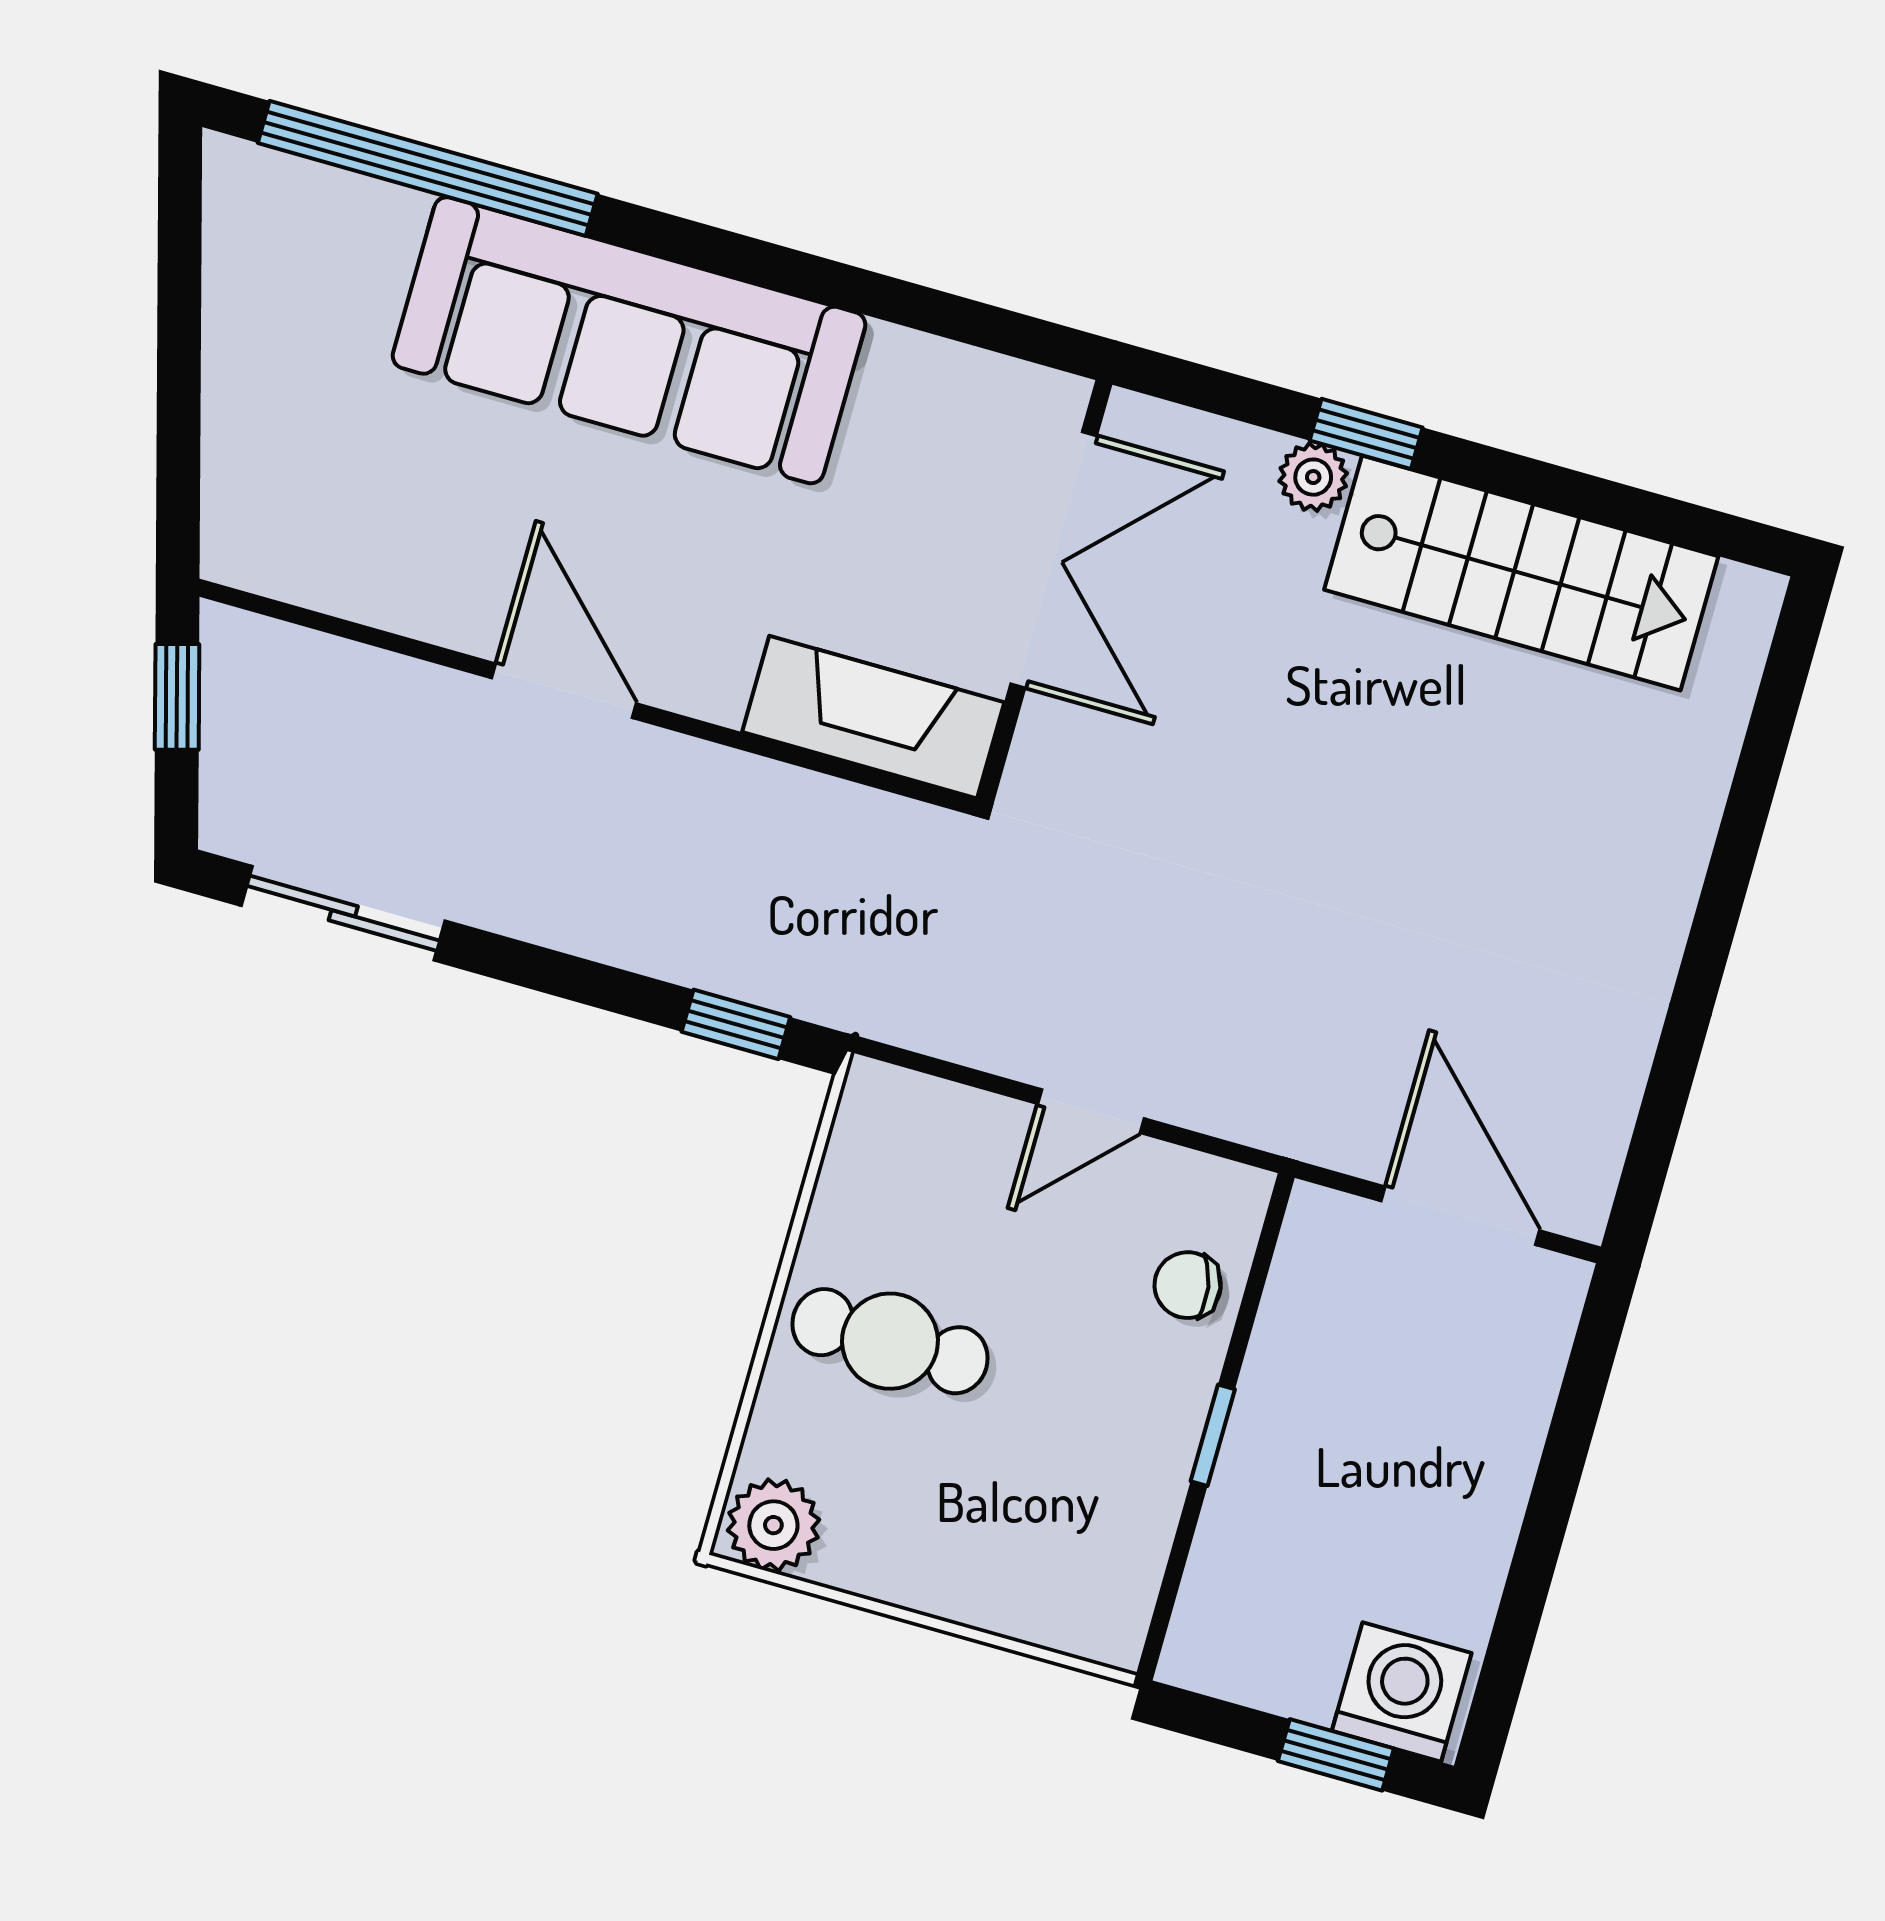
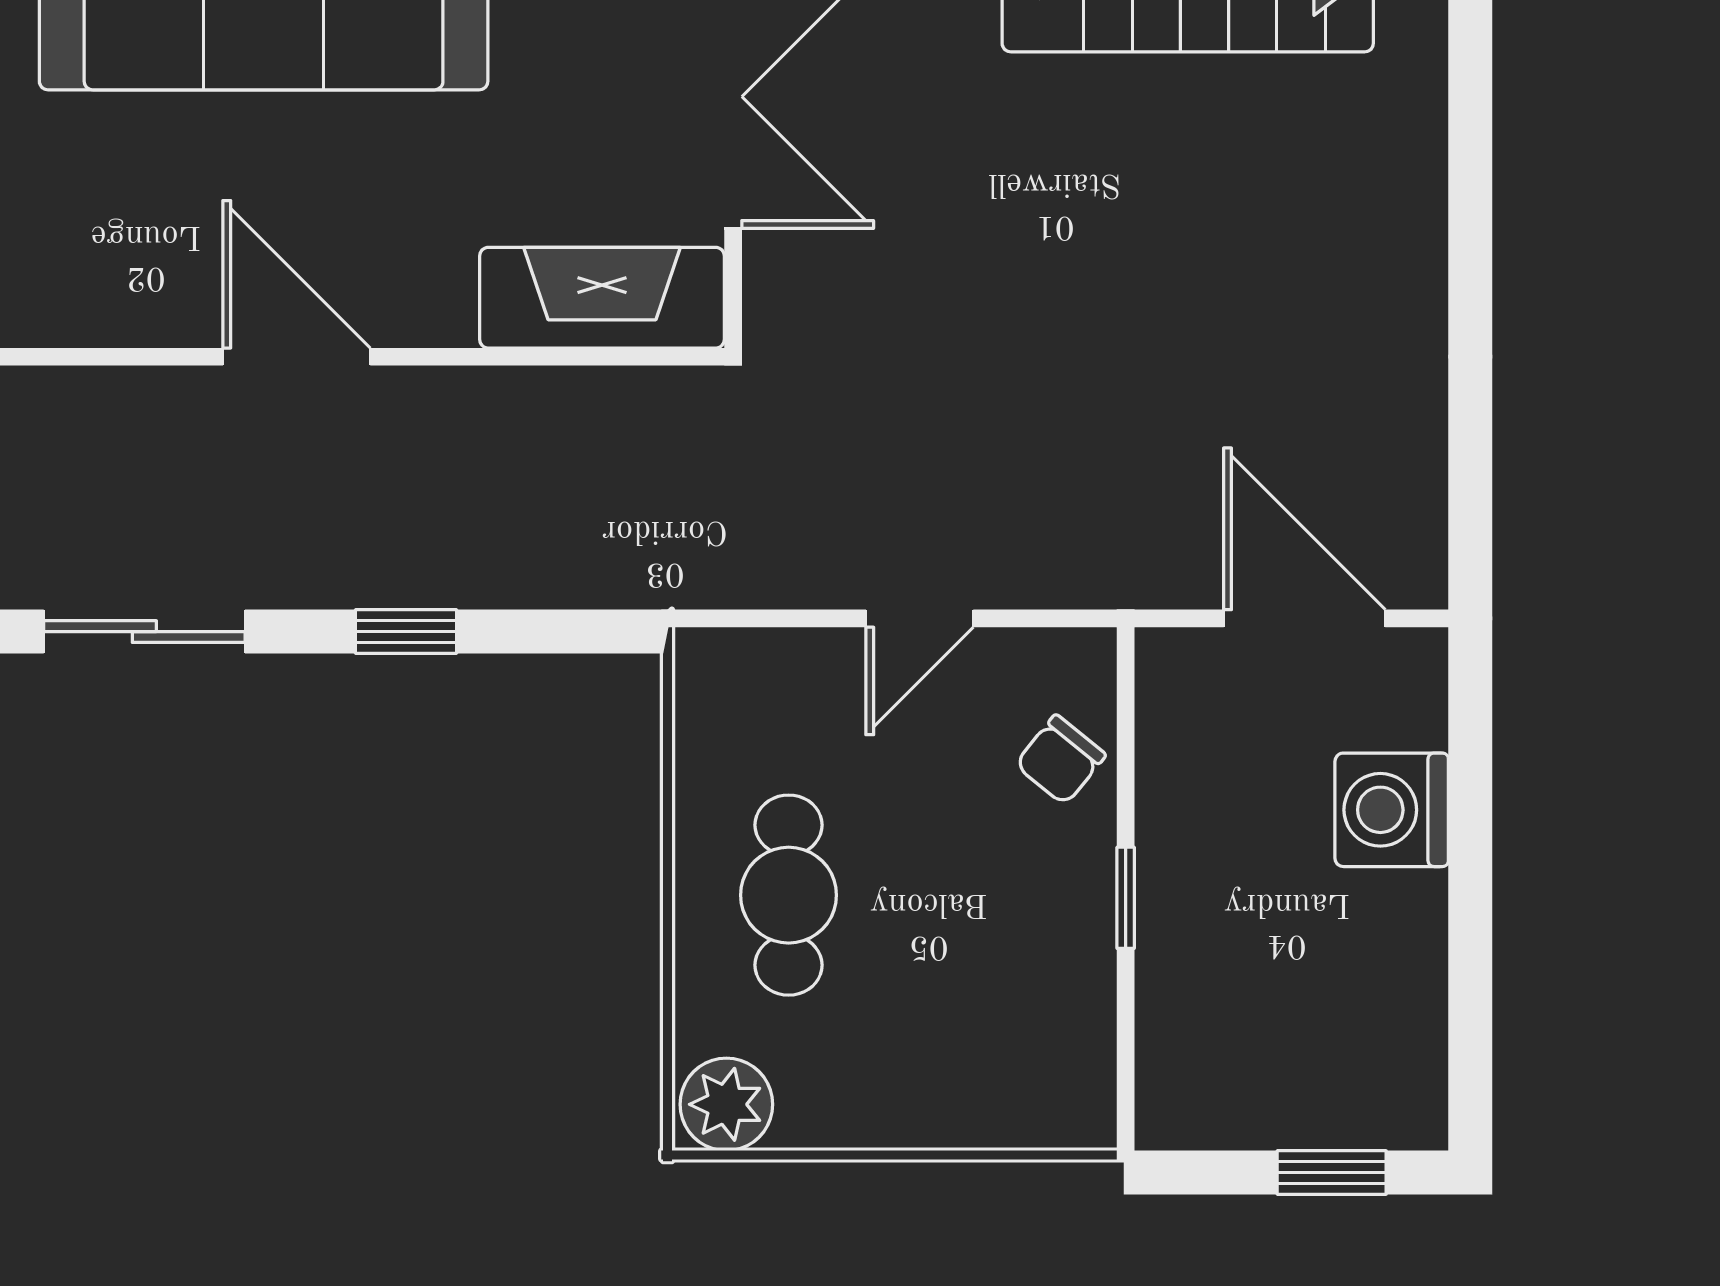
window: (736, 1024) -> (406, 632), moved
chair: (1188, 1285) -> (1060, 760), turned -41
cafe table: (890, 1341) -> (789, 895), turned 90
washing machine: (1402, 1692) -> (1392, 810), moved, turned -90

